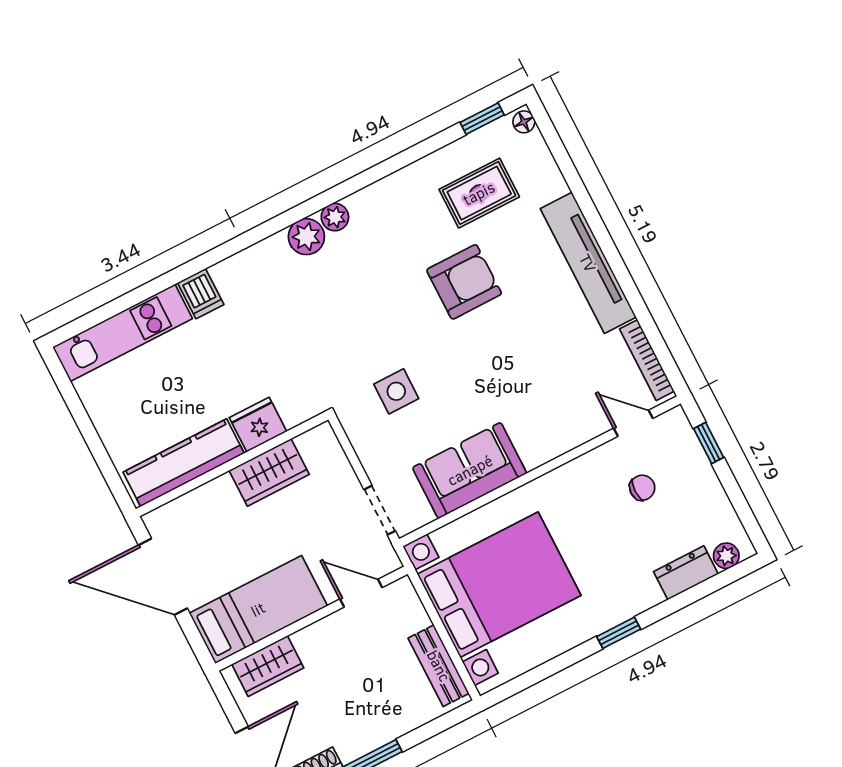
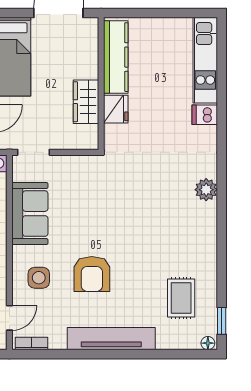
plant: (335, 217) -> (209, 211), removed
armchair: (464, 282) -> (92, 274), moved
bookcase: (647, 360) -> (31, 343), width x0.64
side table: (396, 391) -> (39, 278), moved

